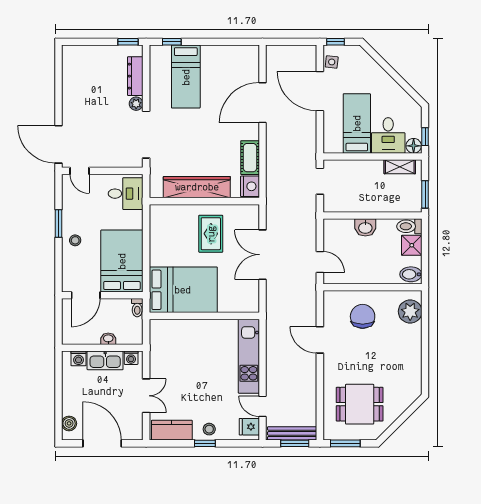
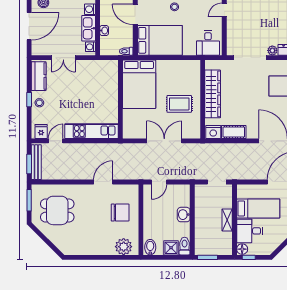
shelving: (400, 167) -> (227, 220), moved
dining table: (360, 404) -> (57, 210), turned 90

